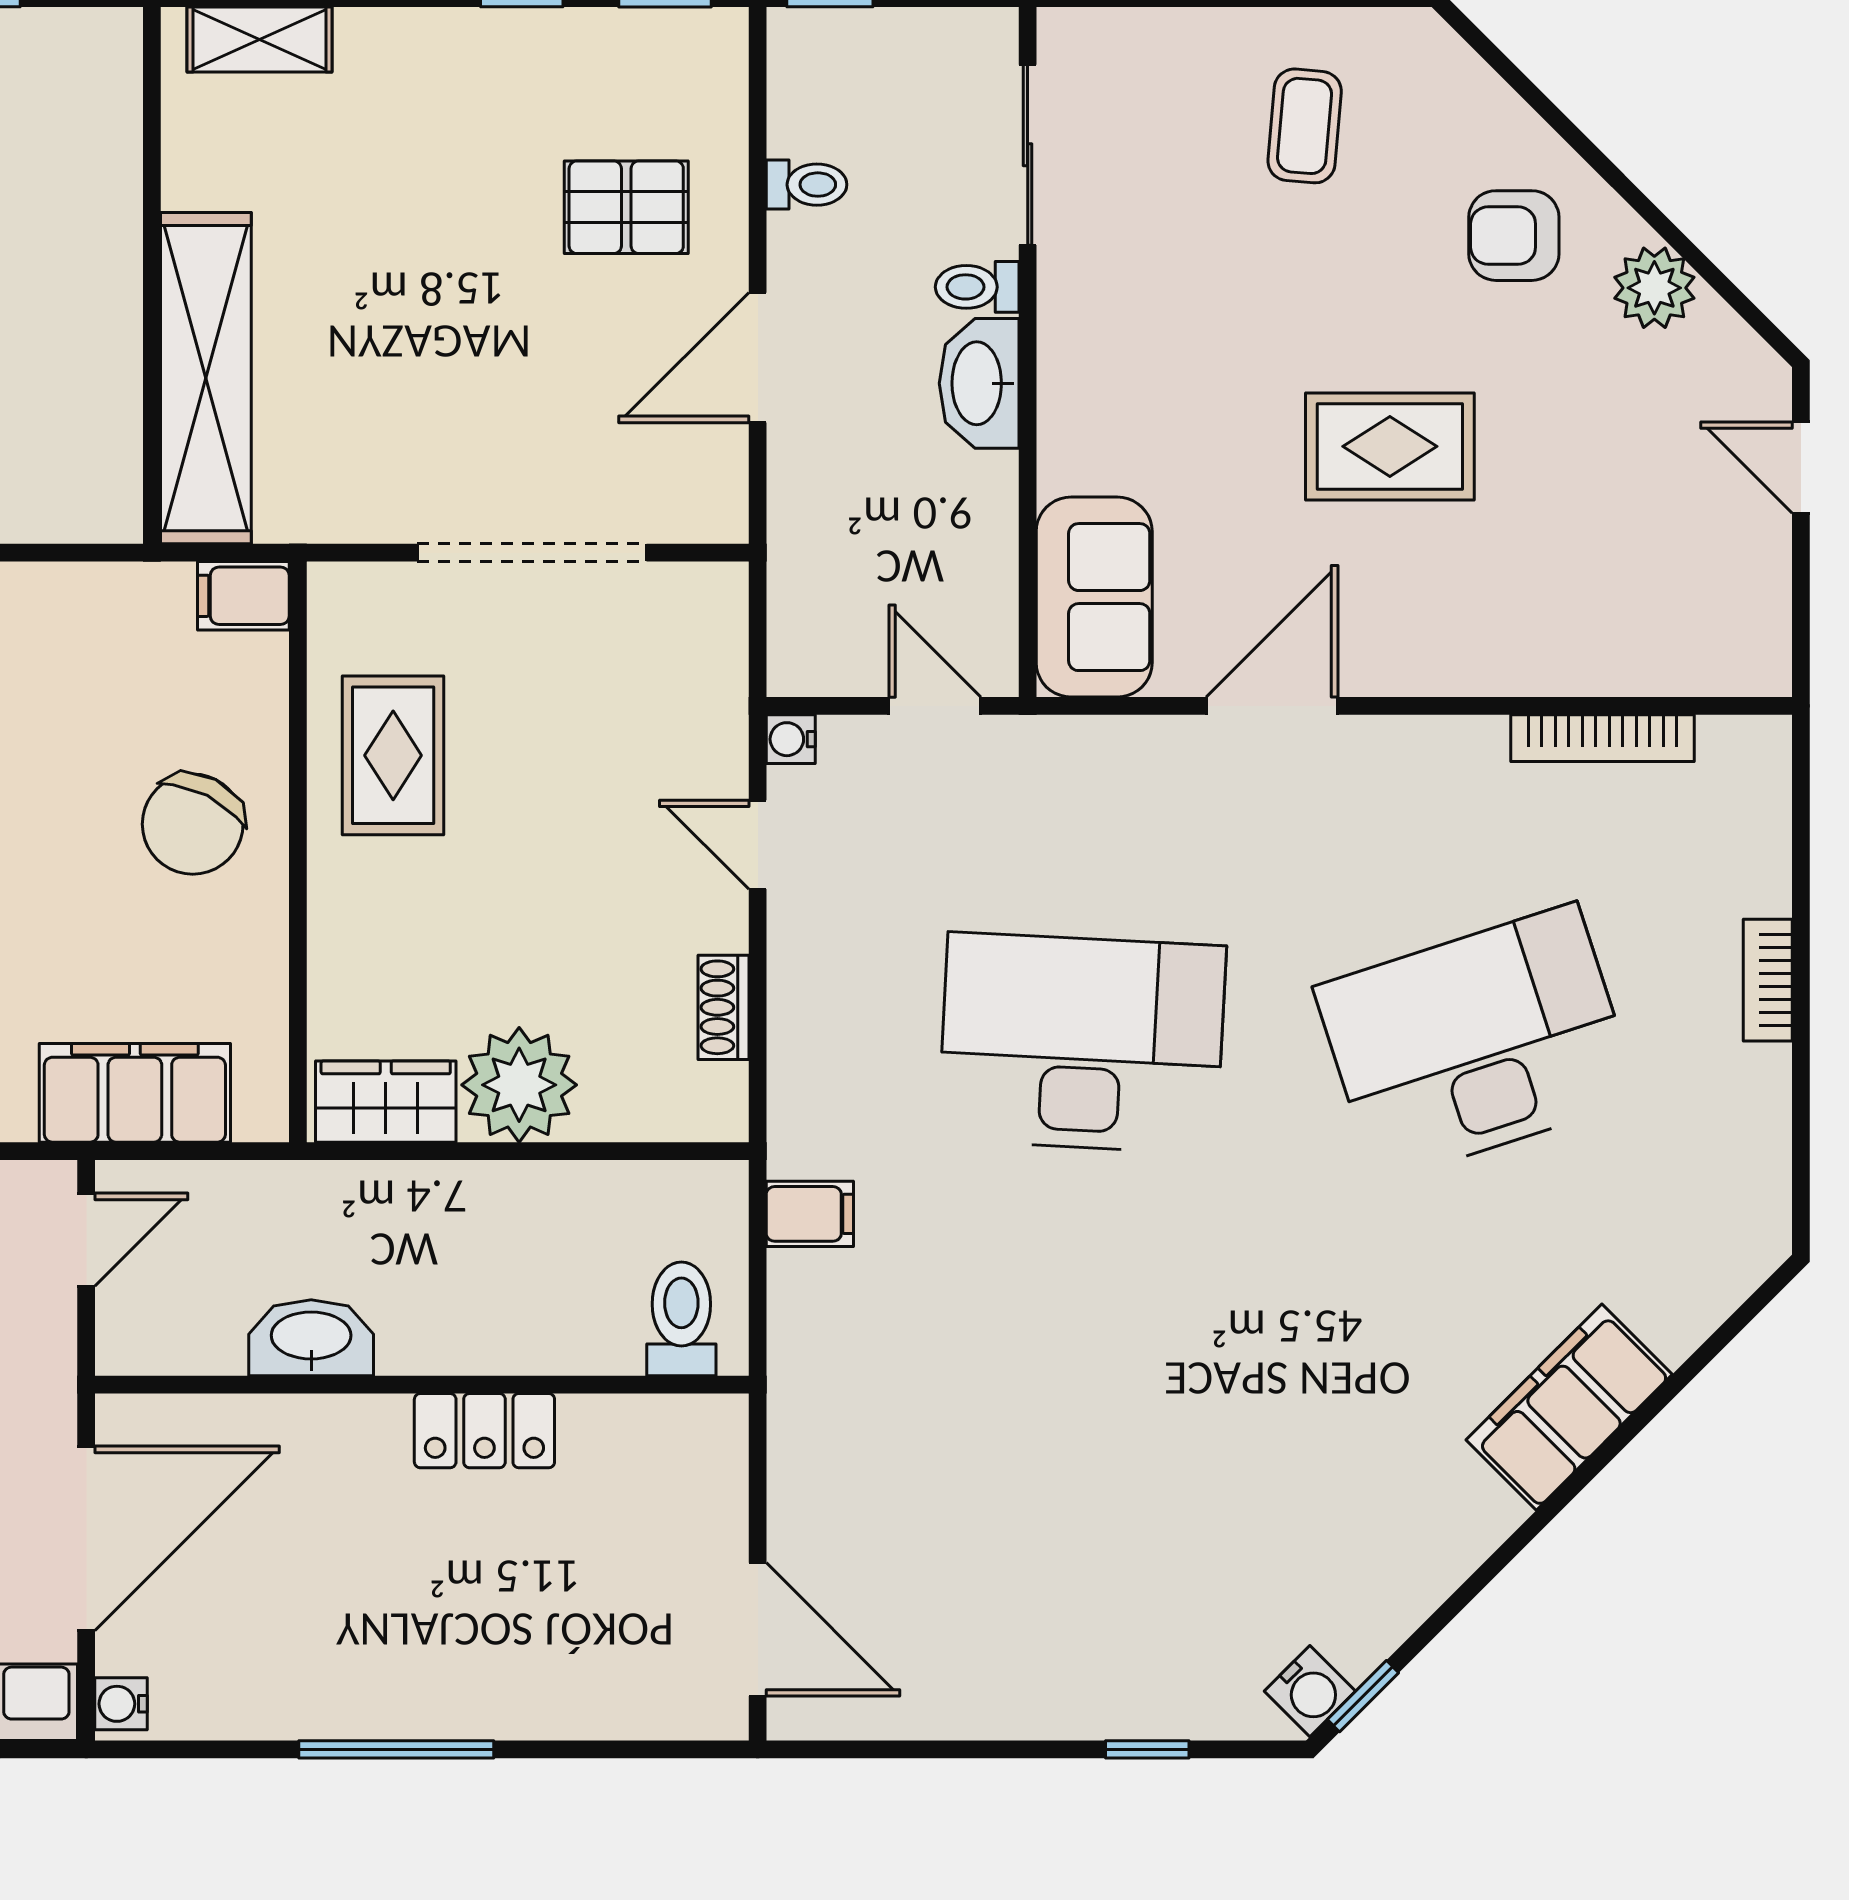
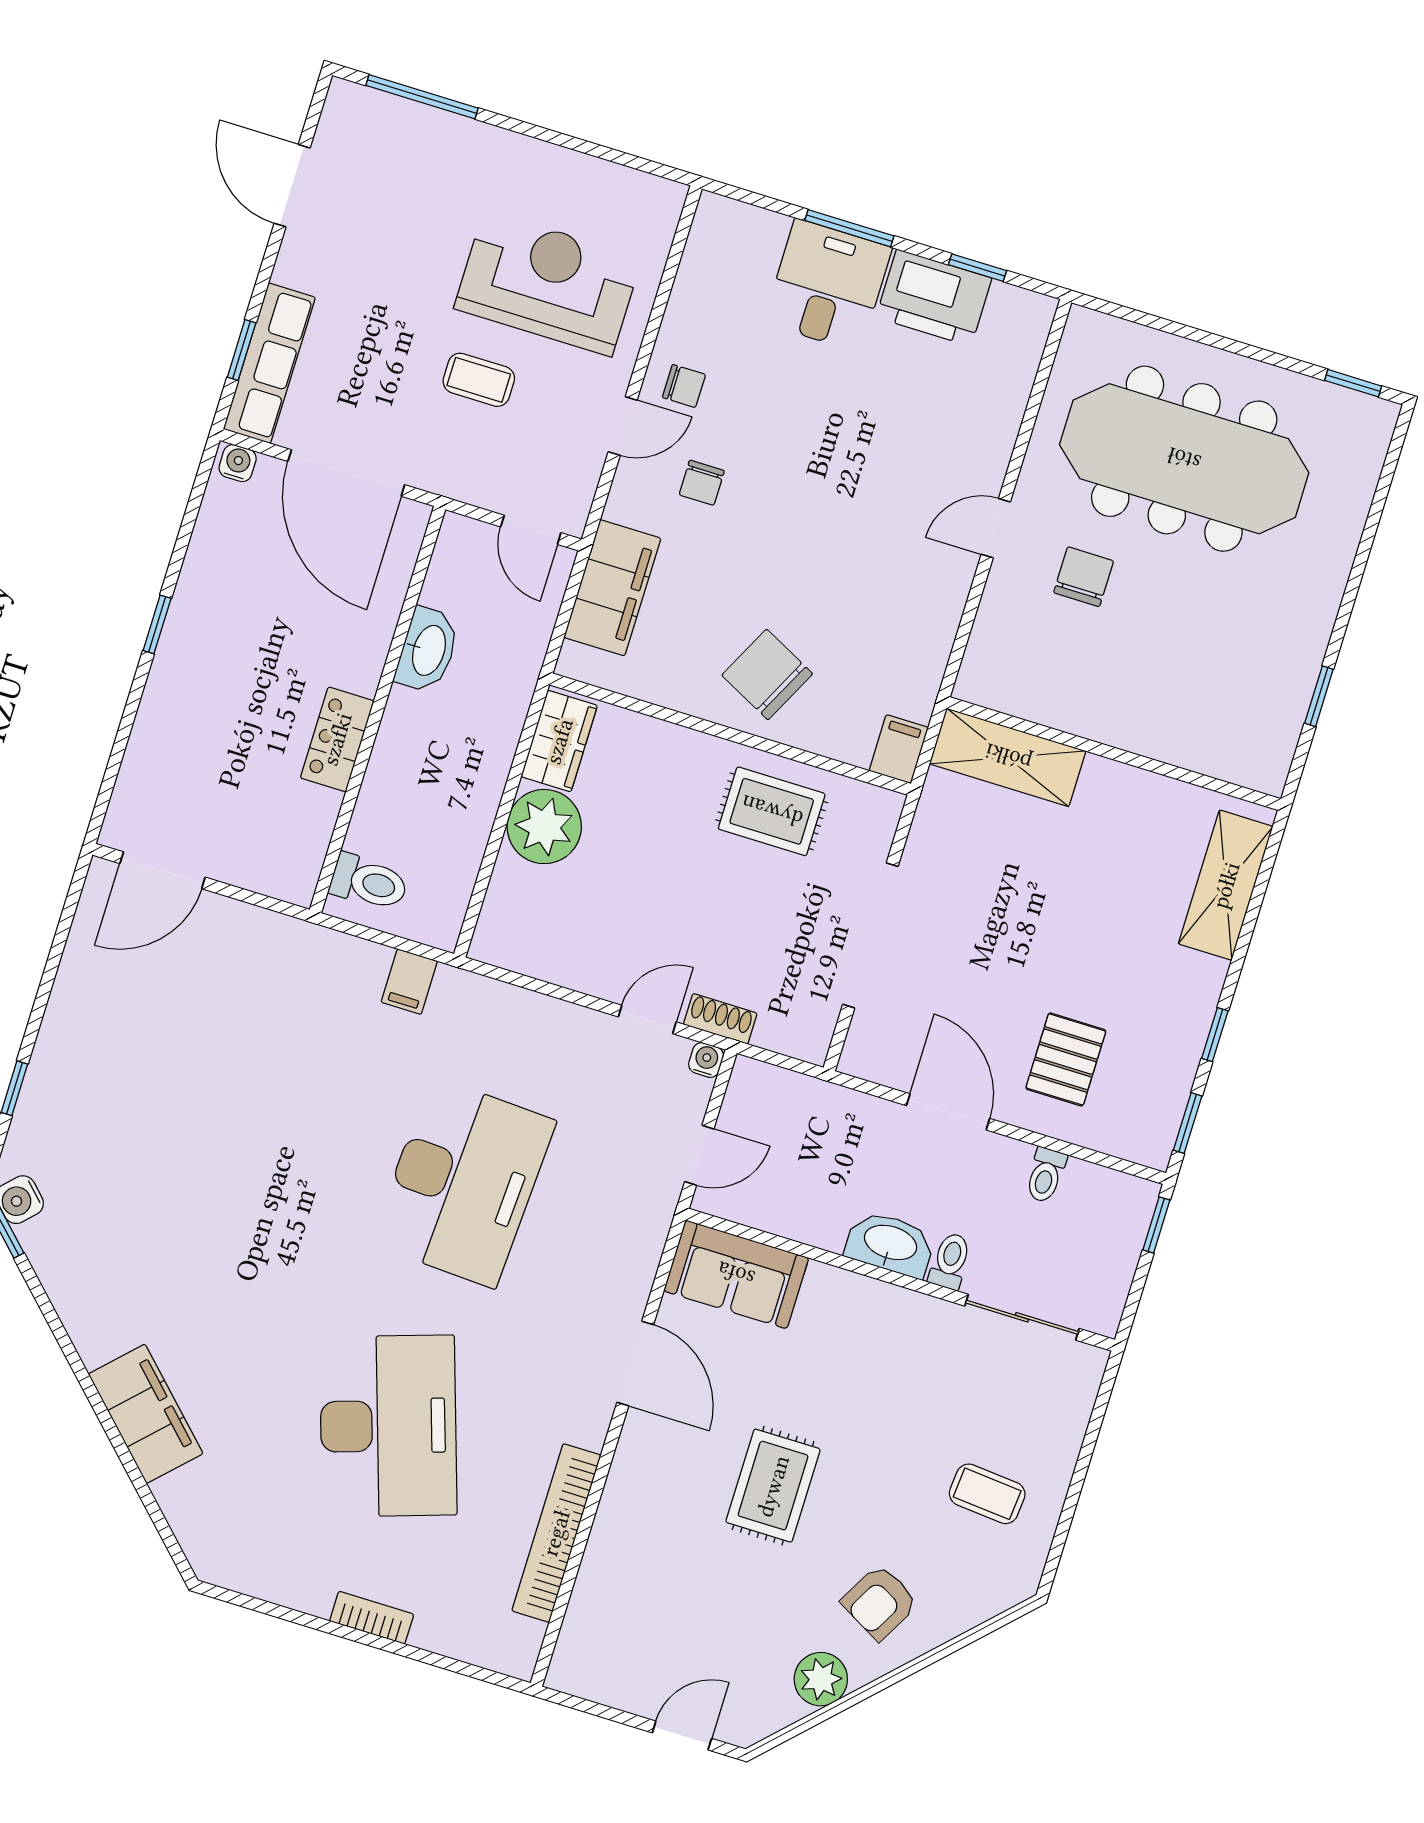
shelving: (259, 39) -> (1226, 885), width x1.50, depth x1.33
armchair: (1514, 236) -> (880, 1602), turned -151
shelving: (206, 378) -> (1008, 757), width x0.68
bookcase: (1602, 738) -> (556, 1533), width x1.48, depth x1.31
shoe rack: (723, 1007) -> (720, 1019), moved
window: (396, 1749) -> (157, 624), width x0.46

